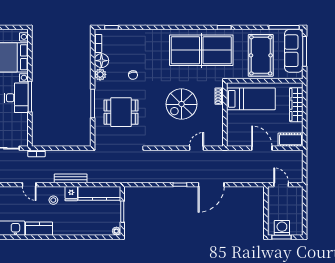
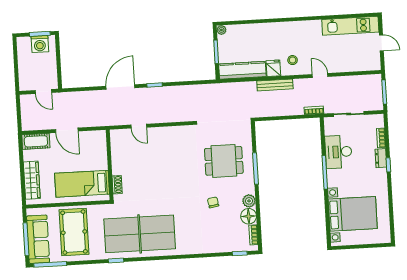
desk: (16, 98) -> (338, 152), moved
spiral stairs: (181, 104) -> (158, 174), removed
door: (197, 148) -> (139, 126), hinge flipped
kitchen counter: (39, 229) -> (306, 28), removed

